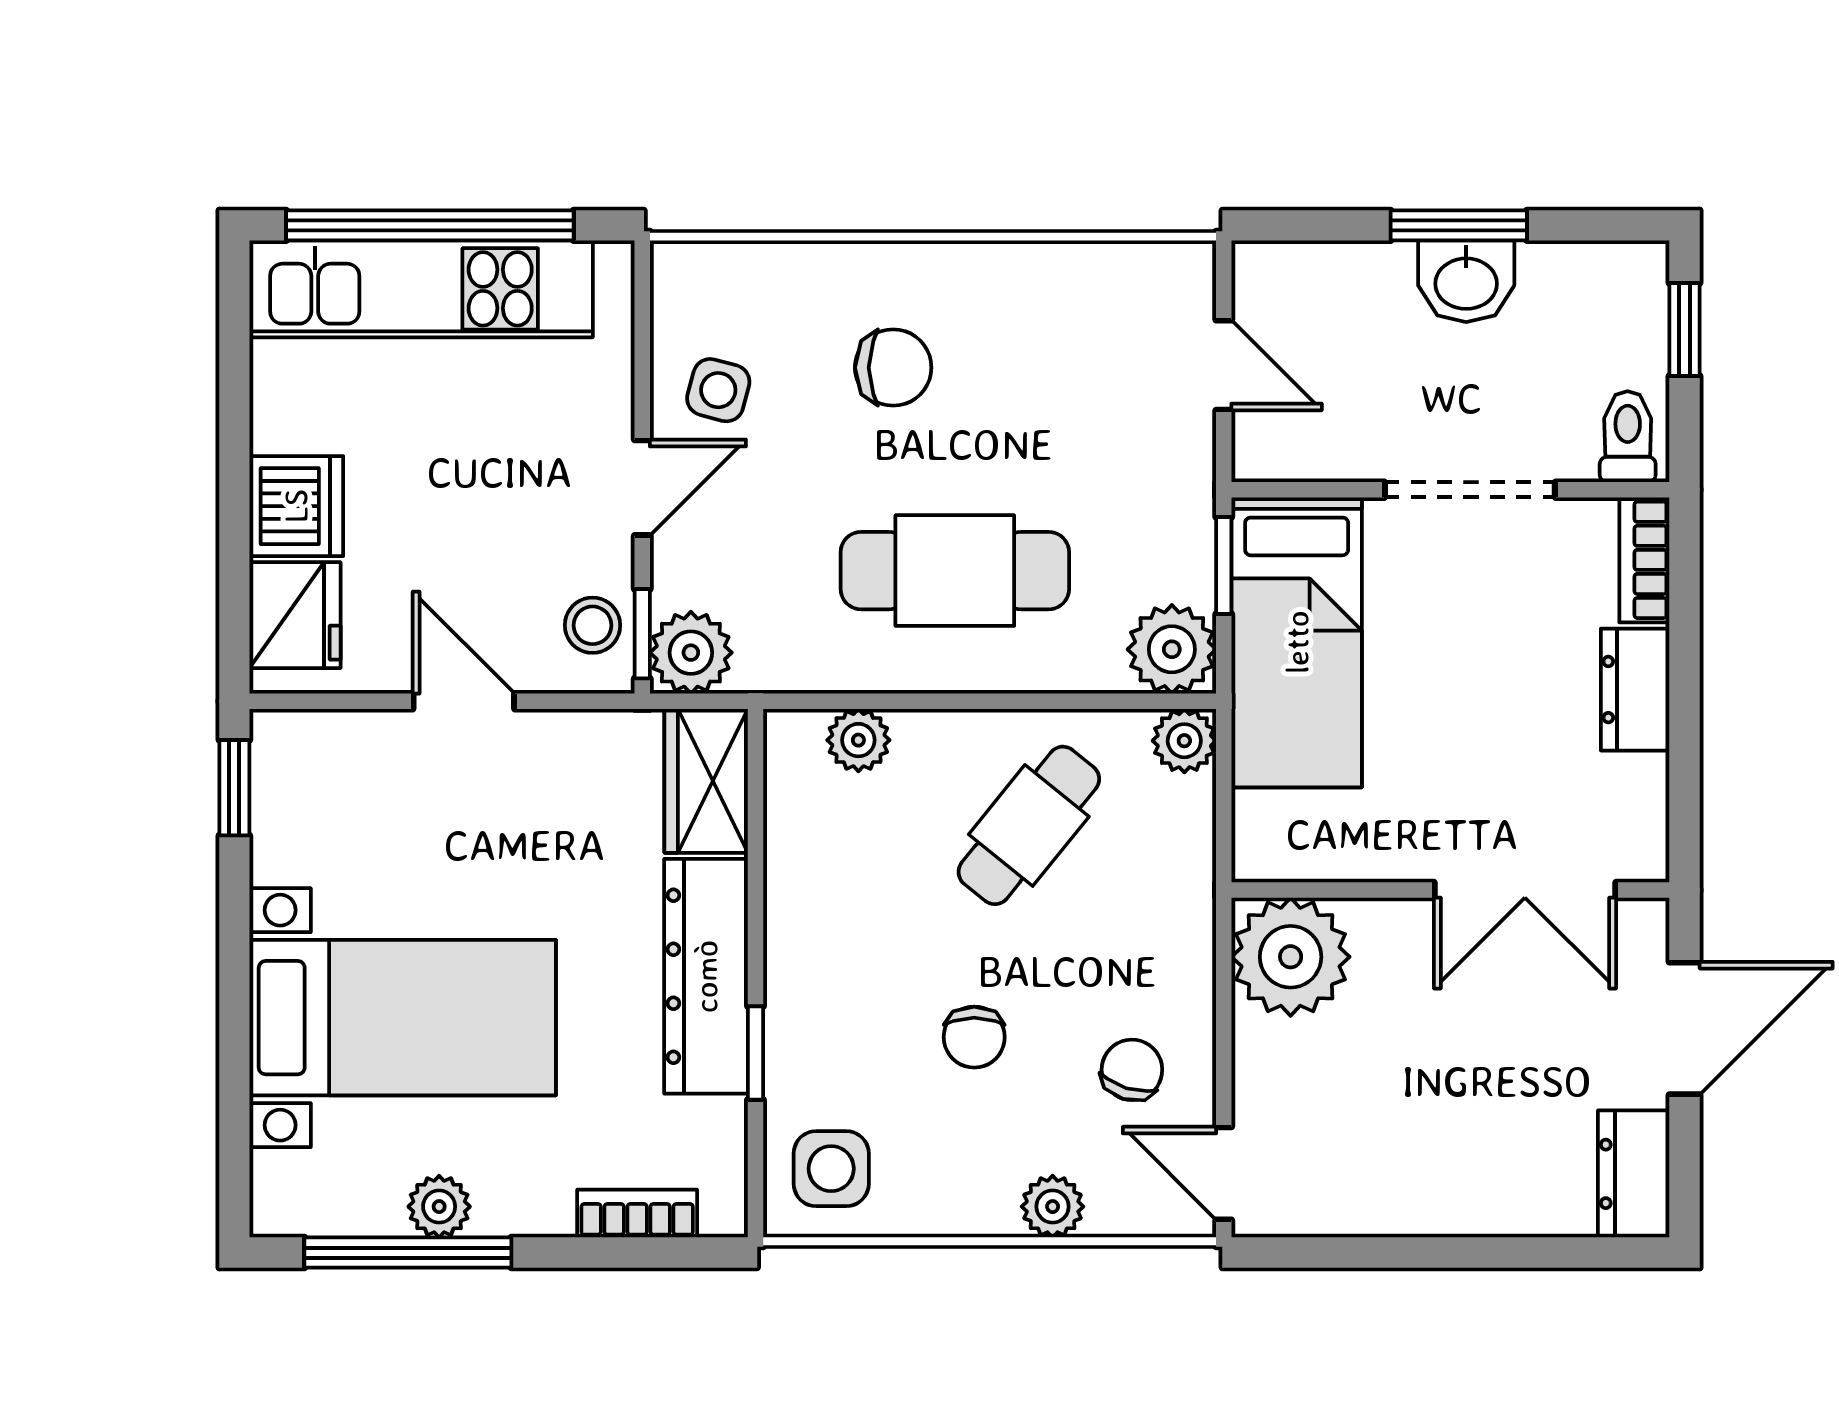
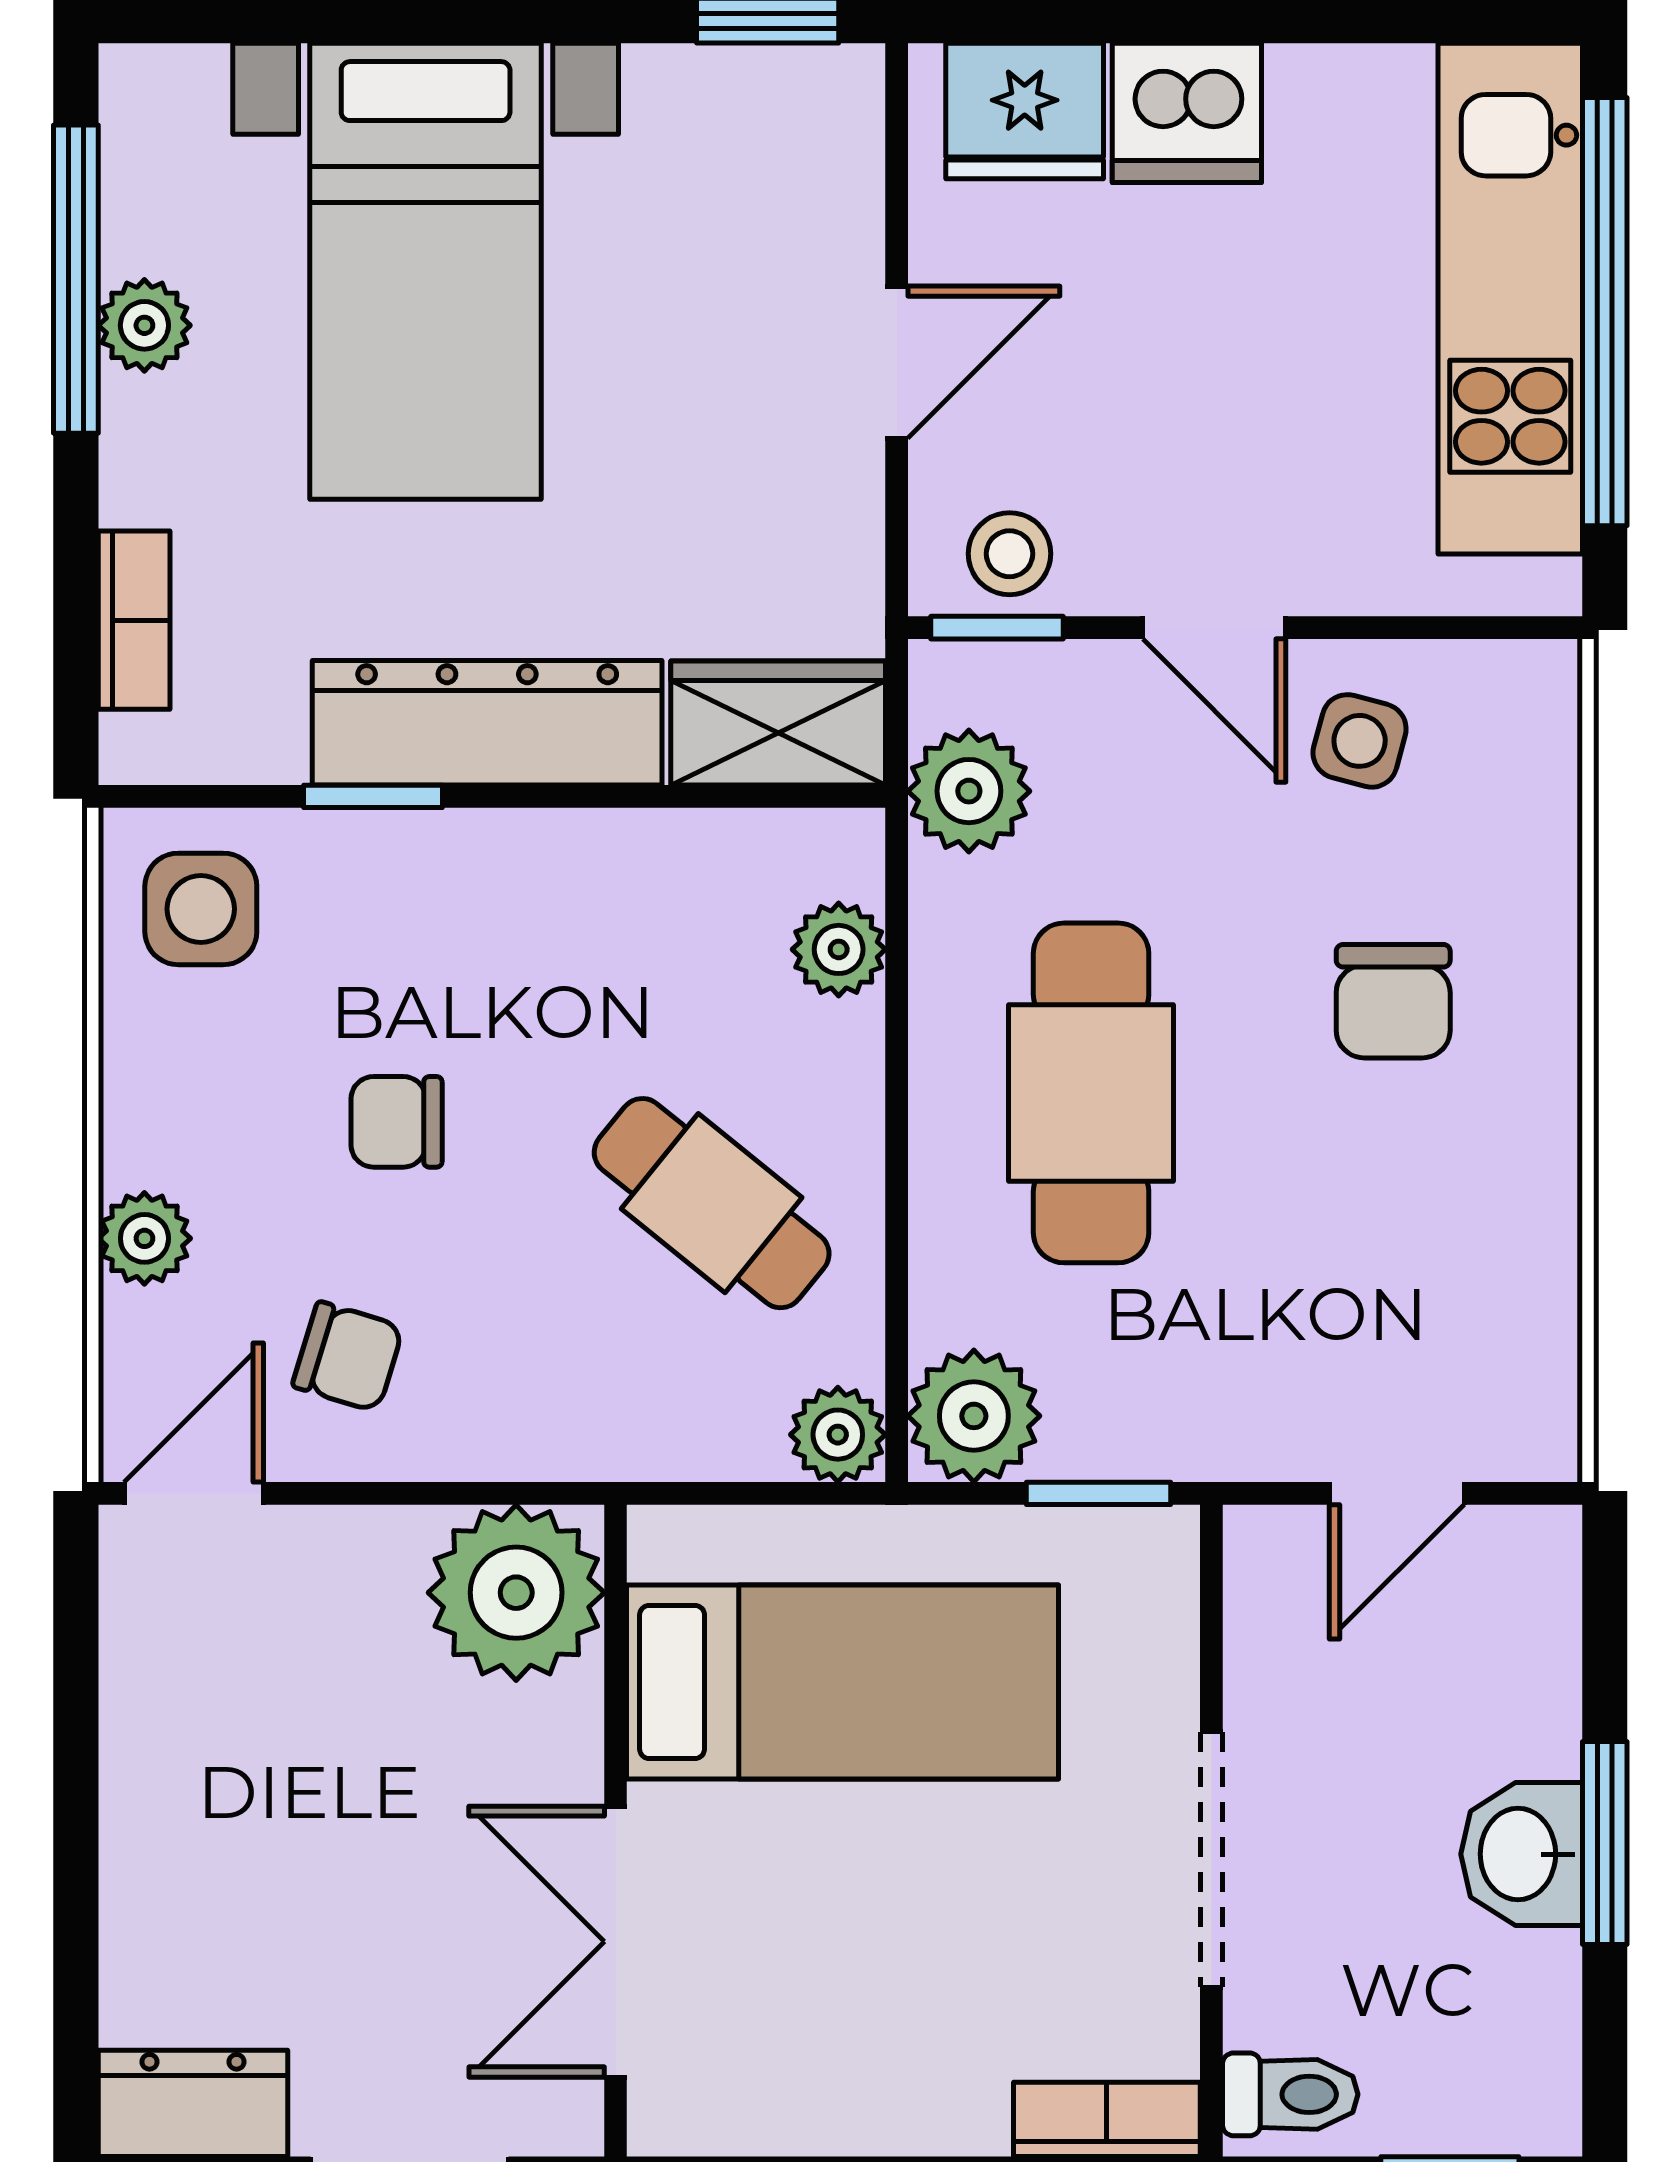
bed: (1297, 642) -> (843, 1682), moved, turned 180
plant: (691, 653) -> (969, 791), moved
dresser: (1635, 690) -> (914, 2105), removed

